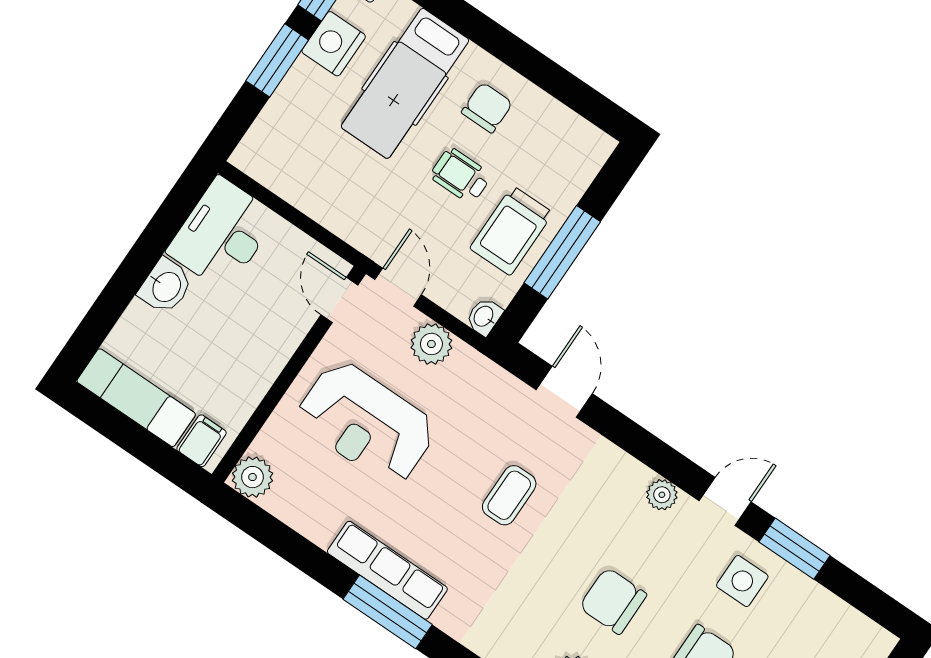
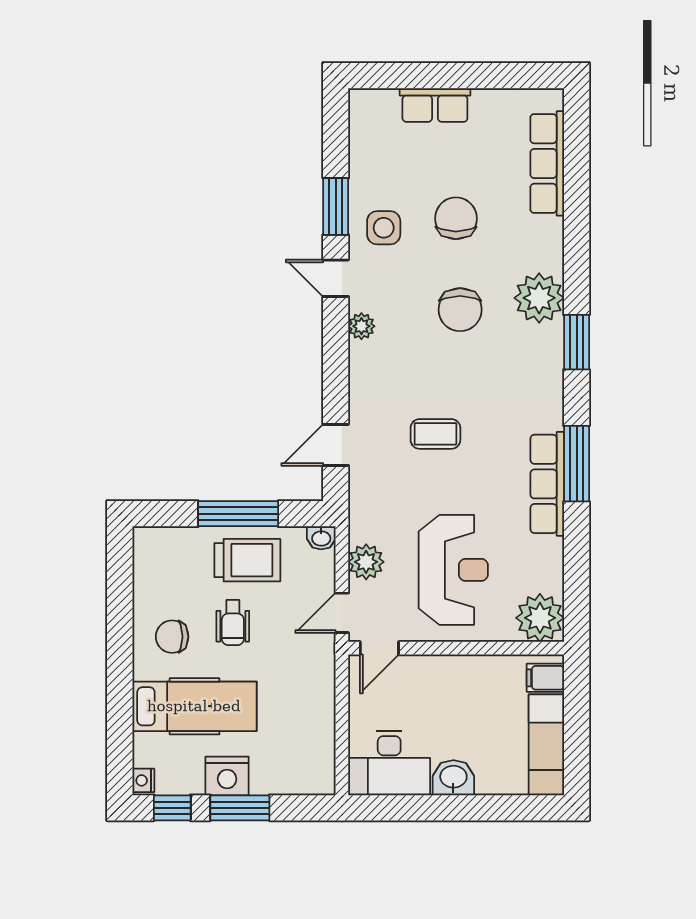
nightstand: (334, 44) -> (227, 776), moved
plant: (252, 477) -> (540, 618), width x1.36, depth x1.36

